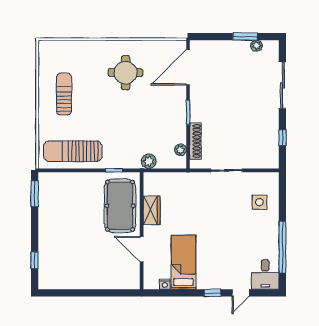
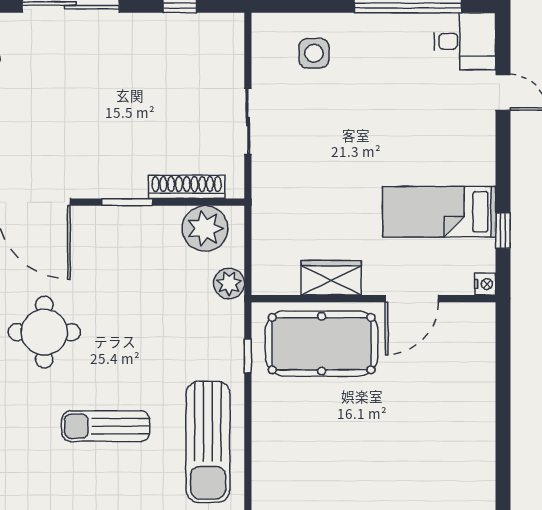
sun lounger: (64, 94) -> (106, 426), moved
plant: (180, 150) -> (205, 228), width x1.87, depth x1.87
nightstand: (165, 284) -> (485, 284), moved
window: (212, 293) -> (503, 231), moved

